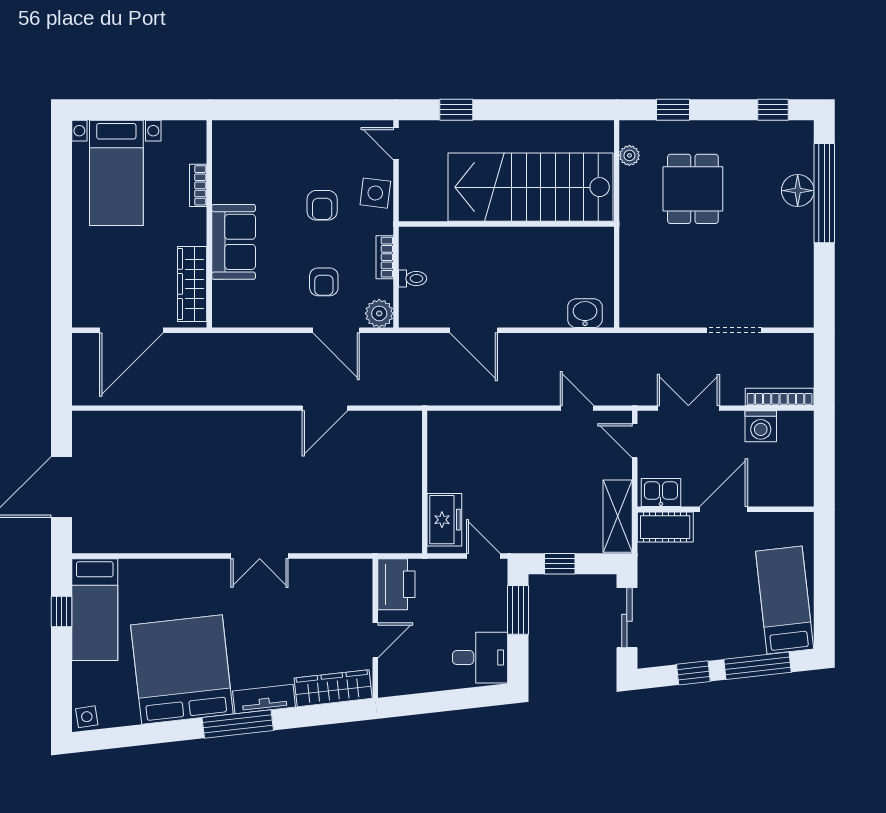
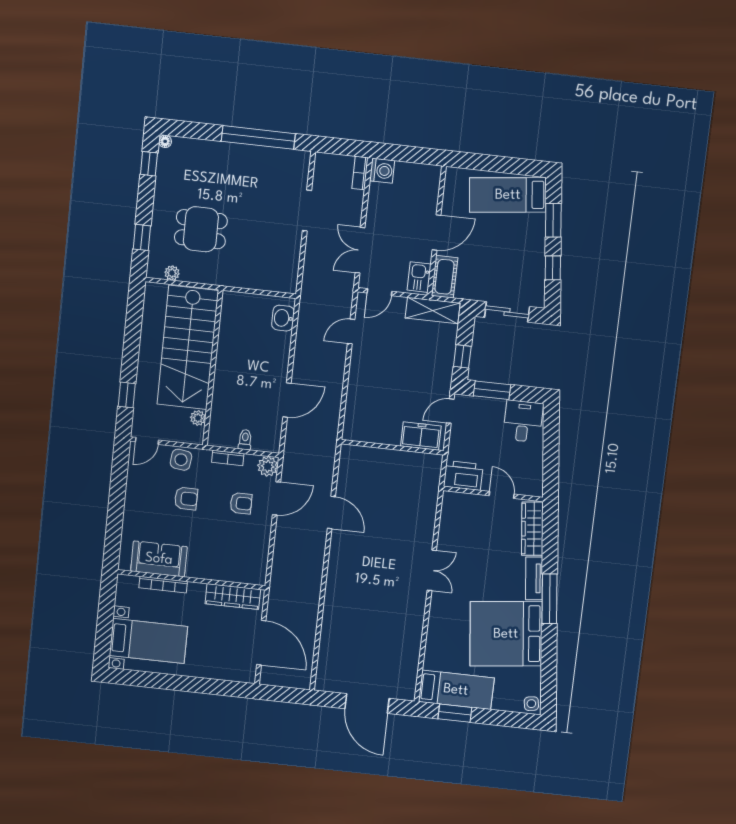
bookcase: (198, 185) -> (163, 585), width x1.56
floor lamp: (798, 191) -> (165, 141), moved, width x0.53, depth x0.53
window: (824, 193) -> (258, 137), moved
plant: (435, 211) -> (198, 418), added
sofa: (234, 242) -> (159, 559), moved
bookcase: (780, 397) -> (360, 173), width x0.64
washing machine: (761, 426) -> (382, 171), moved
door: (724, 509) -> (437, 233), swing flipped
window: (61, 611) -> (455, 713), width x1.50
window: (757, 666) -> (553, 220), width x0.69

